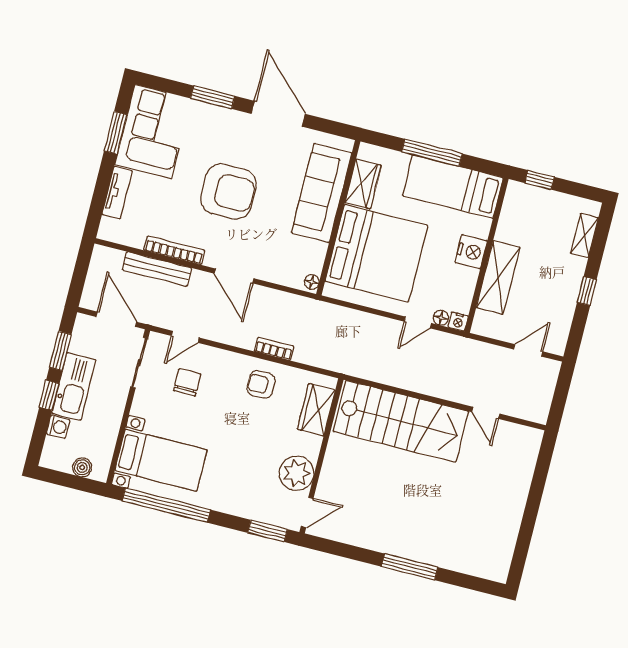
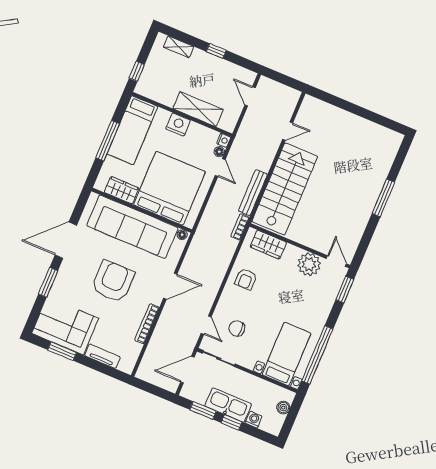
sofa: (322, 193) -> (132, 227), width x1.36, depth x1.27
bench: (157, 269) -> (253, 193), moved
bookcase: (274, 349) -> (240, 227), moved

